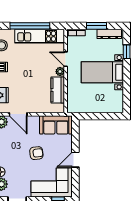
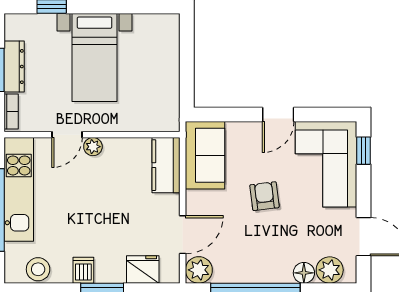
dresser: (109, 34) -> (14, 67), moved
kitchen counter: (58, 90) -> (166, 165), moved, turned 90
door: (75, 160) -> (278, 114), hinge flipped

